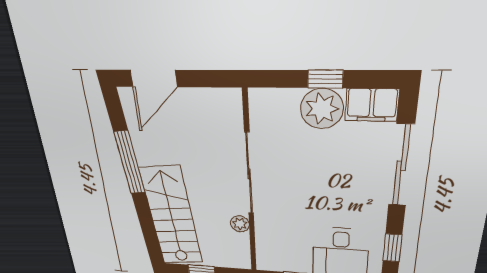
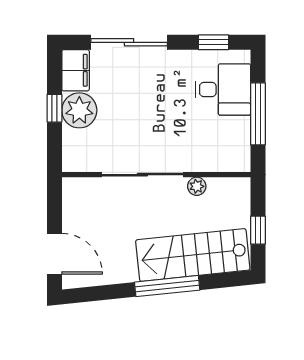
window: (130, 163) -> (167, 286), moved

